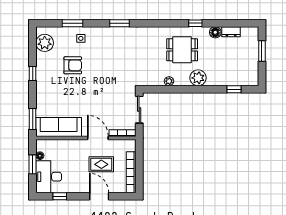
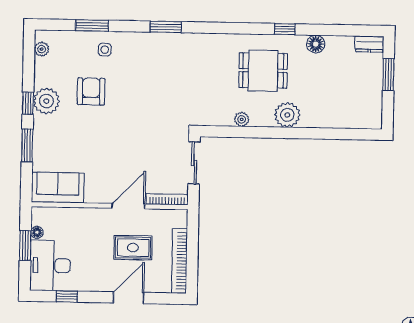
dresser: (231, 32) -> (369, 44), moved
plant: (45, 43) -> (42, 49), width x0.53, depth x0.53
armchair: (73, 65) -> (91, 91), turned -90
plant: (44, 72) -> (46, 101), added
window: (234, 89) -> (343, 134), removed
window: (33, 119) -> (27, 145), moved
sofa: (59, 127) -> (58, 188), width x0.73
door: (98, 138) -> (128, 206), hinge flipped
door: (99, 196) -> (129, 298), hinge flipped

